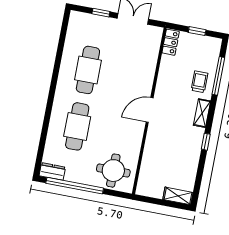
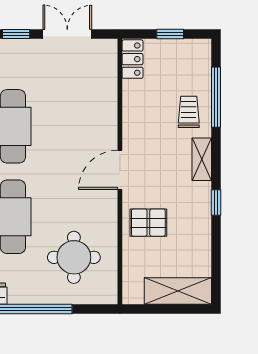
pallet: (161, 146) -> (148, 223), added
round table: (113, 171) -> (74, 257), moved
shelving: (178, 196) -> (178, 291), width x1.50, depth x1.33

